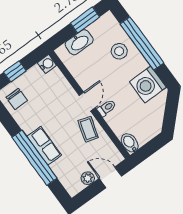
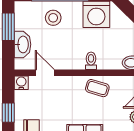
door: (87, 102) -> (45, 73), moved

